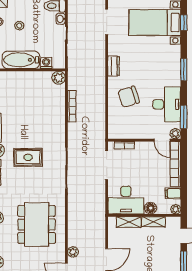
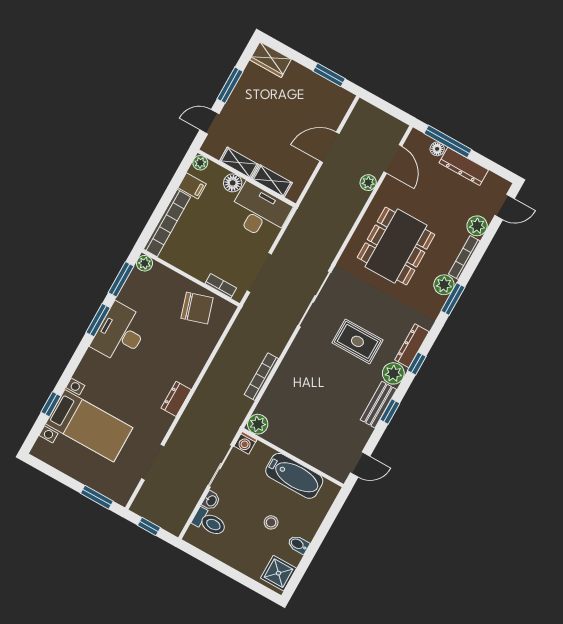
washing machine: (46, 63) -> (245, 443), moved
window: (184, 70) -> (98, 320), moved
chair: (129, 97) -> (197, 308), moved
desk: (167, 104) -> (120, 333), moved
door: (162, 140) -> (167, 265), removed

